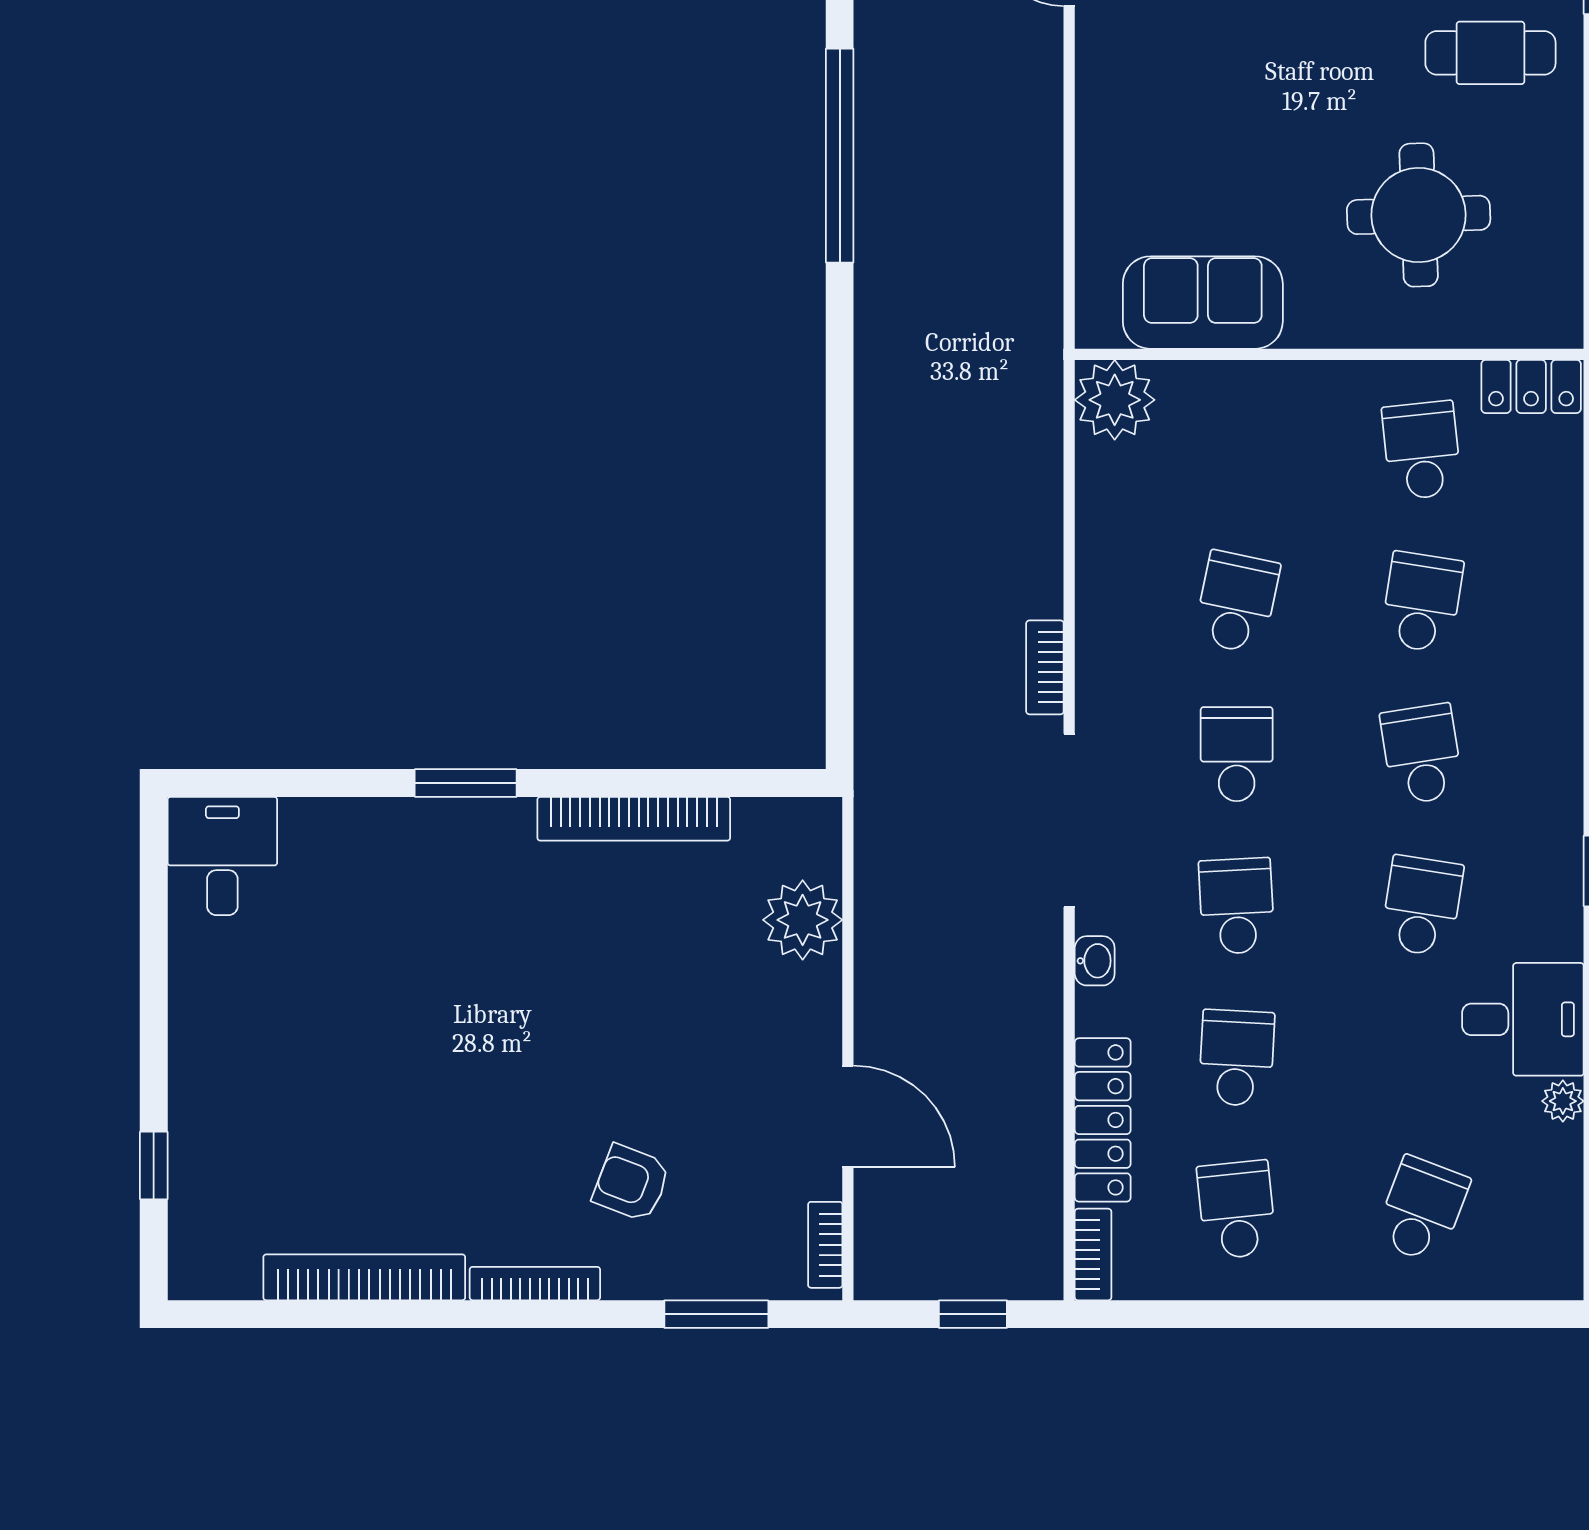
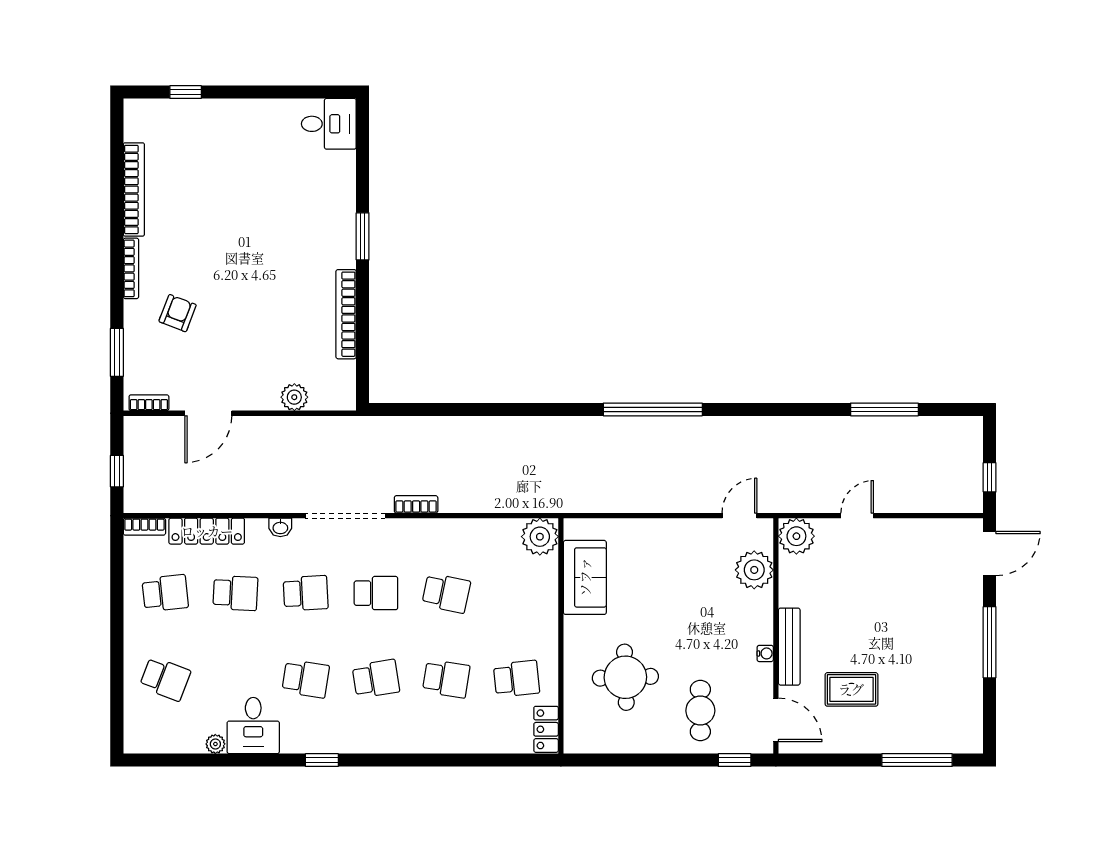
plant: (803, 920) -> (294, 397), width x0.73, depth x0.73

